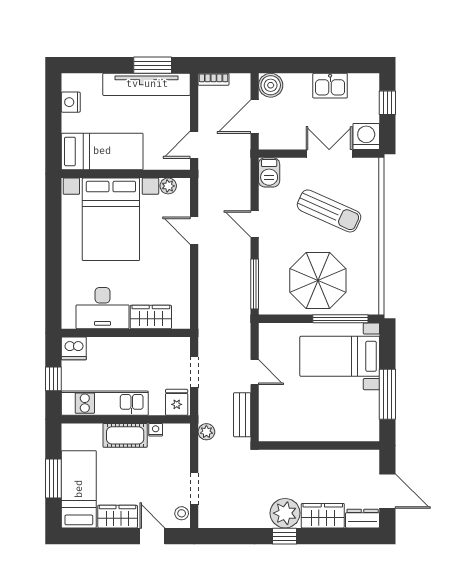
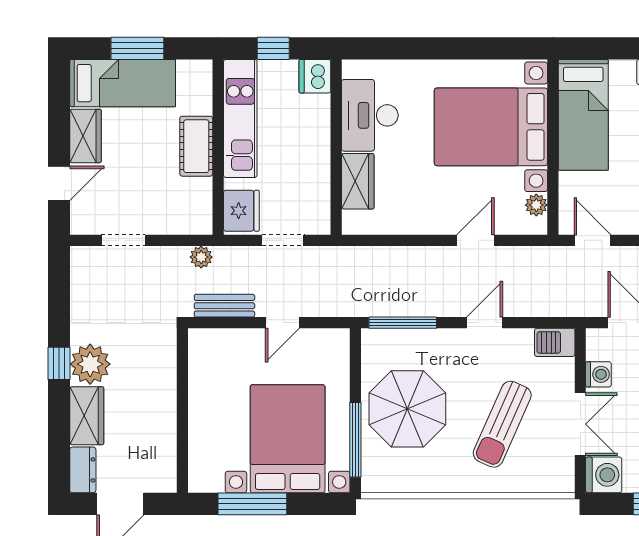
washing machine: (292, 140) -> (598, 374), added
bed with nightstands: (340, 356) -> (288, 439), width x1.36
fridge: (177, 402) -> (241, 211), width x1.38
nightstand: (156, 430) -> (204, 188), removed
stool: (182, 513) -> (90, 223), removed

